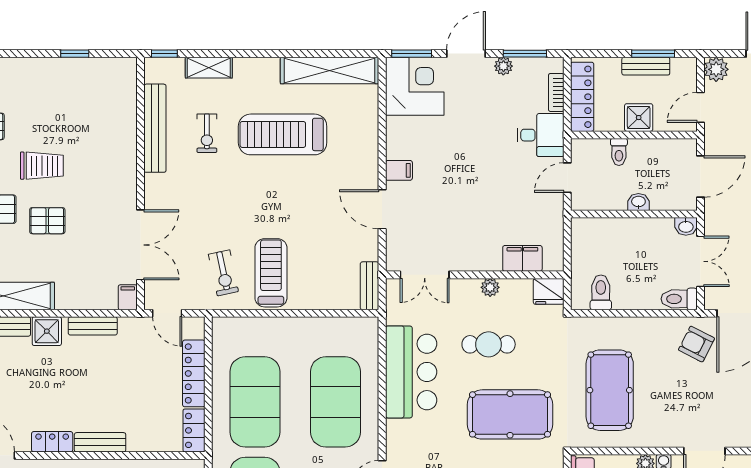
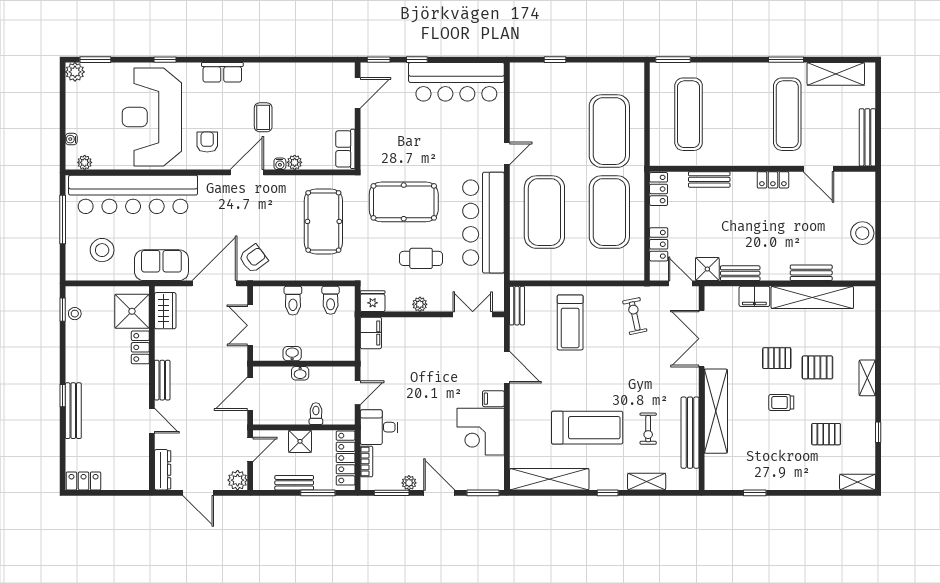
window: (164, 54) -> (608, 493), moved
door: (466, 54) -> (439, 493), swing flipped
window: (653, 54) -> (318, 493), moved
corner desk: (415, 86) -> (481, 432), moved
exercise bike: (207, 133) -> (648, 429), turned 180
shelving: (123, 155) -> (716, 411), added
trolley: (42, 166) -> (781, 403), width x0.73, depth x0.72
washbasin: (686, 226) -> (292, 354), moved
filing cabinet: (522, 258) -> (371, 333), moved, turned -90
treadmill: (271, 273) -> (570, 322), moved
filing cabinet: (128, 297) -> (754, 296), moved, width x2.00
toilet: (679, 299) -> (293, 301), moved, turned 90
shower: (47, 331) -> (707, 269), moved
armchair: (696, 344) -> (253, 259), turned -64
bar counter: (411, 372) -> (483, 223), width x1.36
locker: (194, 373) -> (659, 244), width x0.66
bench: (100, 442) -> (709, 179), moved

